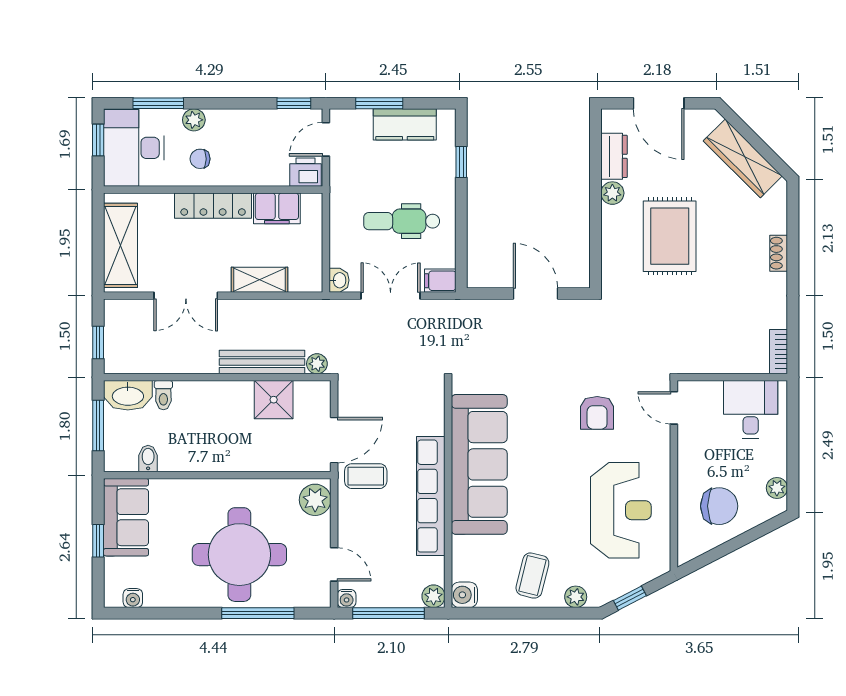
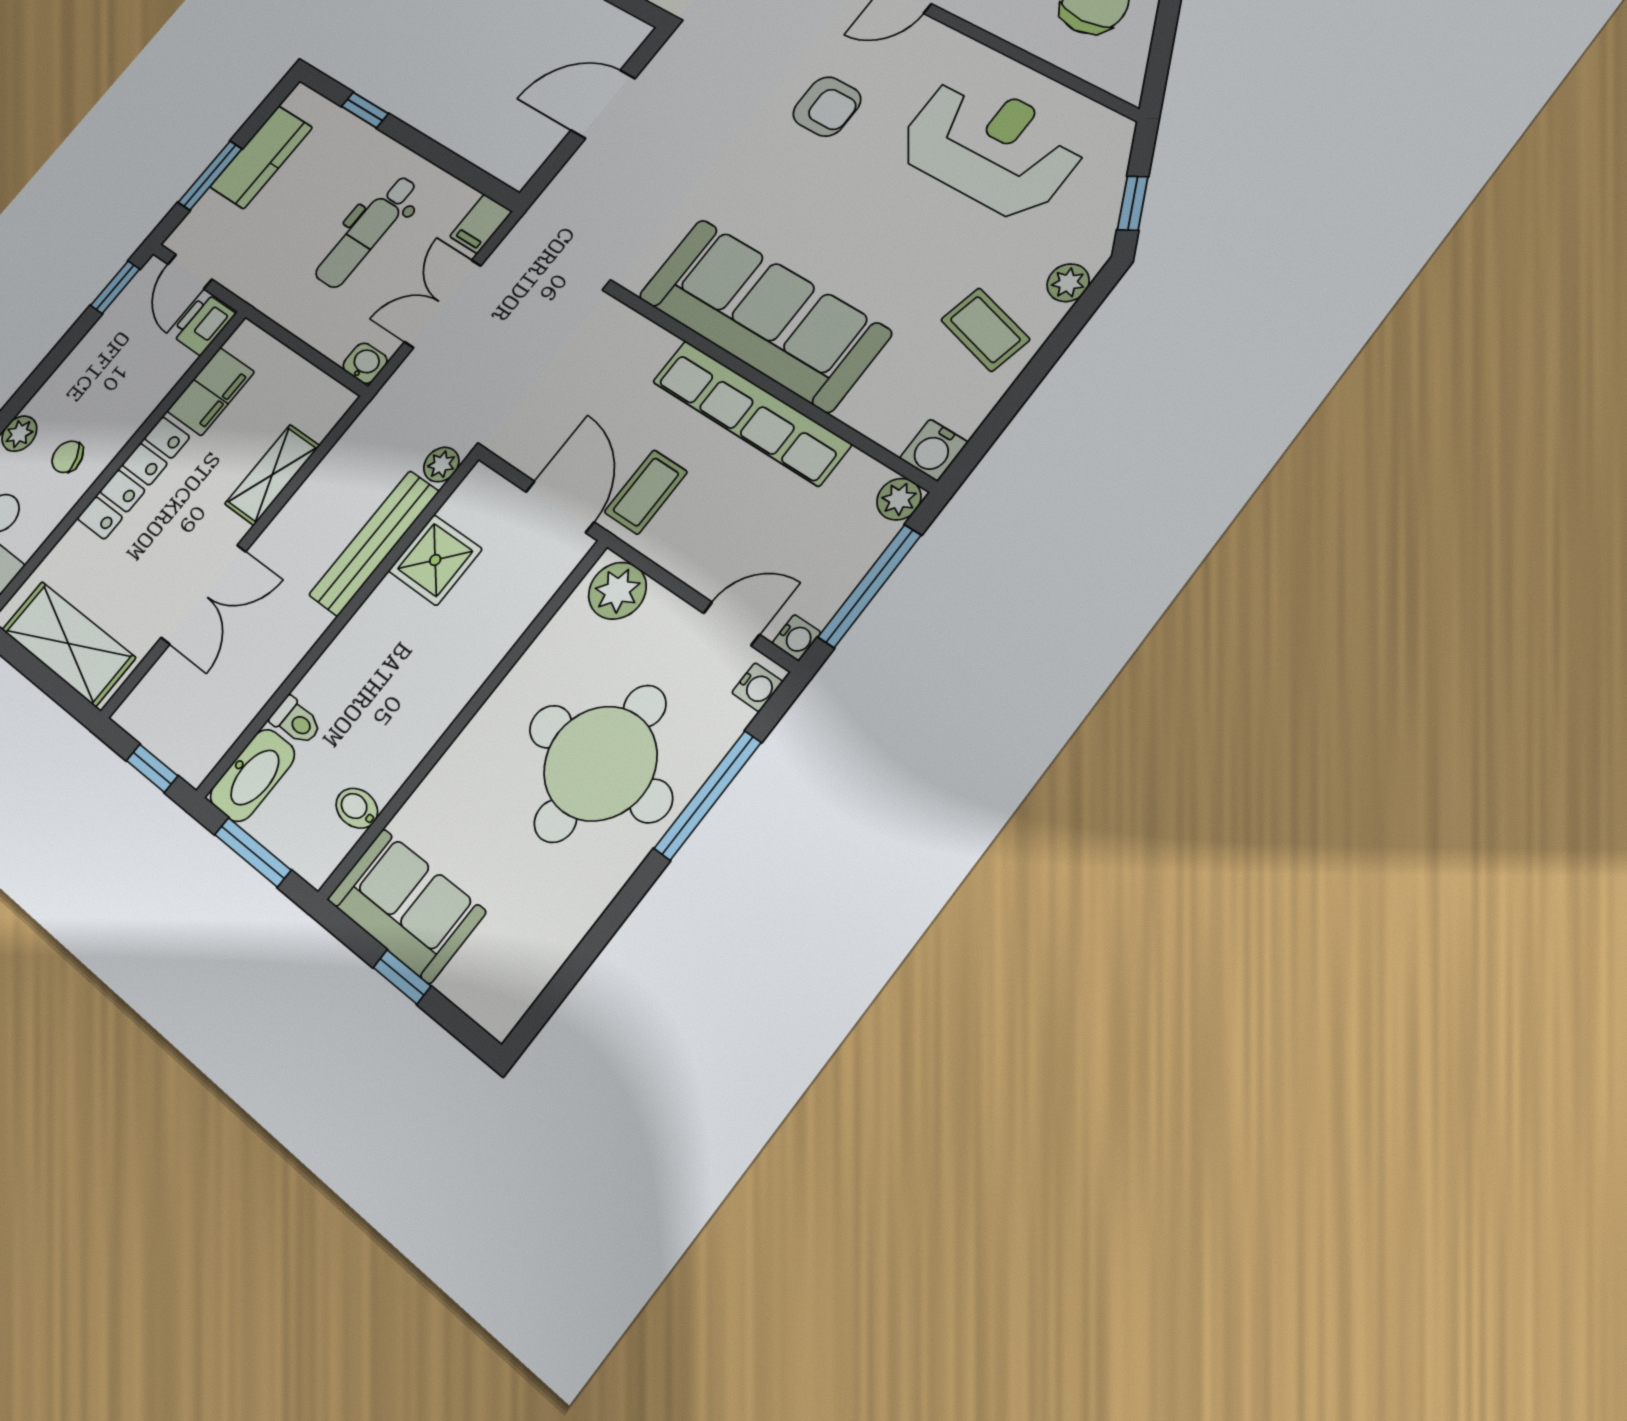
chair: (200, 159) -> (68, 457), turned 65
water cooler: (133, 598) -> (757, 687), moved

